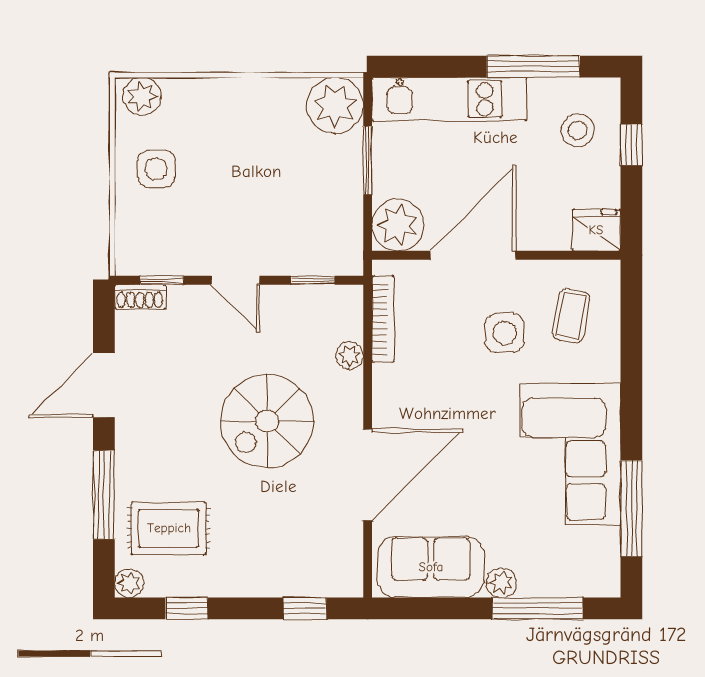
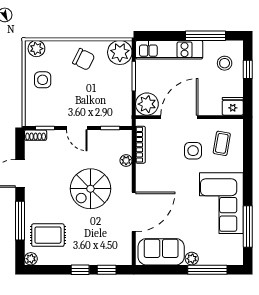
chair: (251, 121) -> (84, 59), added
window: (187, 608) -> (80, 270), moved

